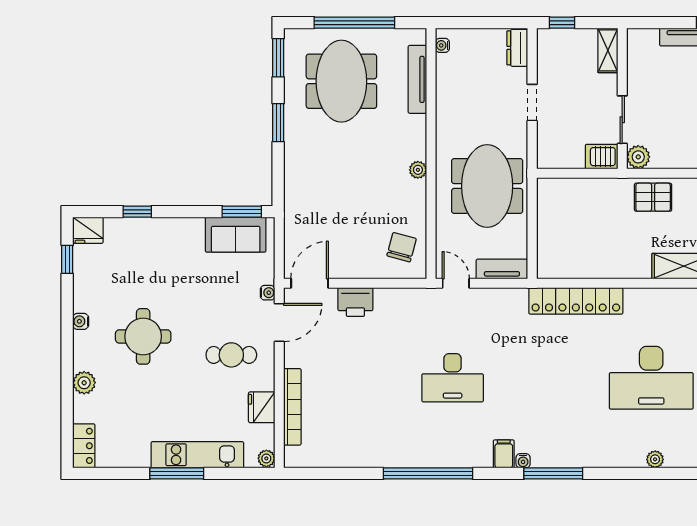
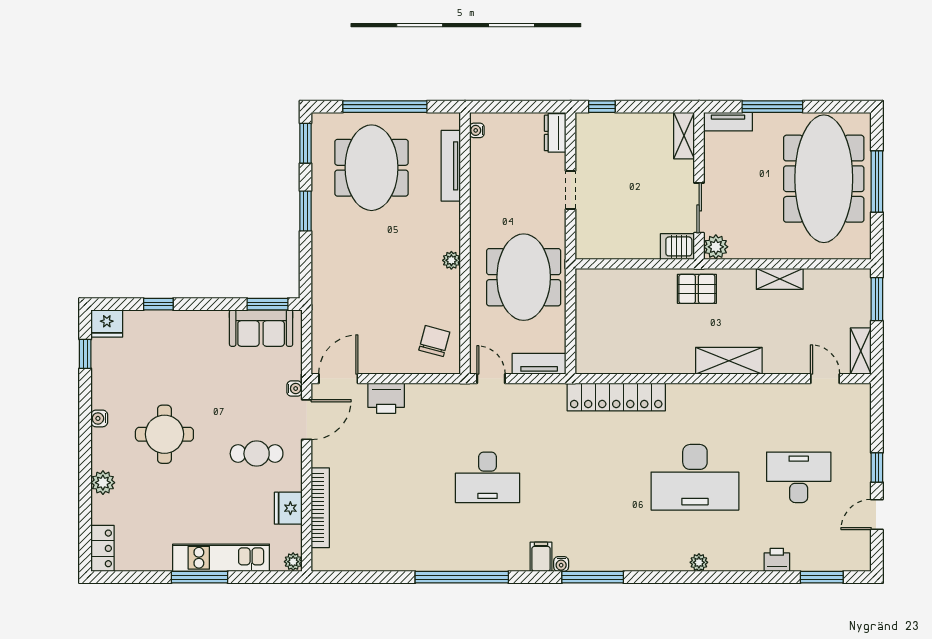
shelving: (608, 50) -> (684, 136), moved
wall: (622, 99) -> (699, 186), moved
sliding door: (622, 120) -> (699, 208), moved
server rack: (602, 157) -> (677, 246), moved
plant: (638, 157) -> (716, 247), moved

